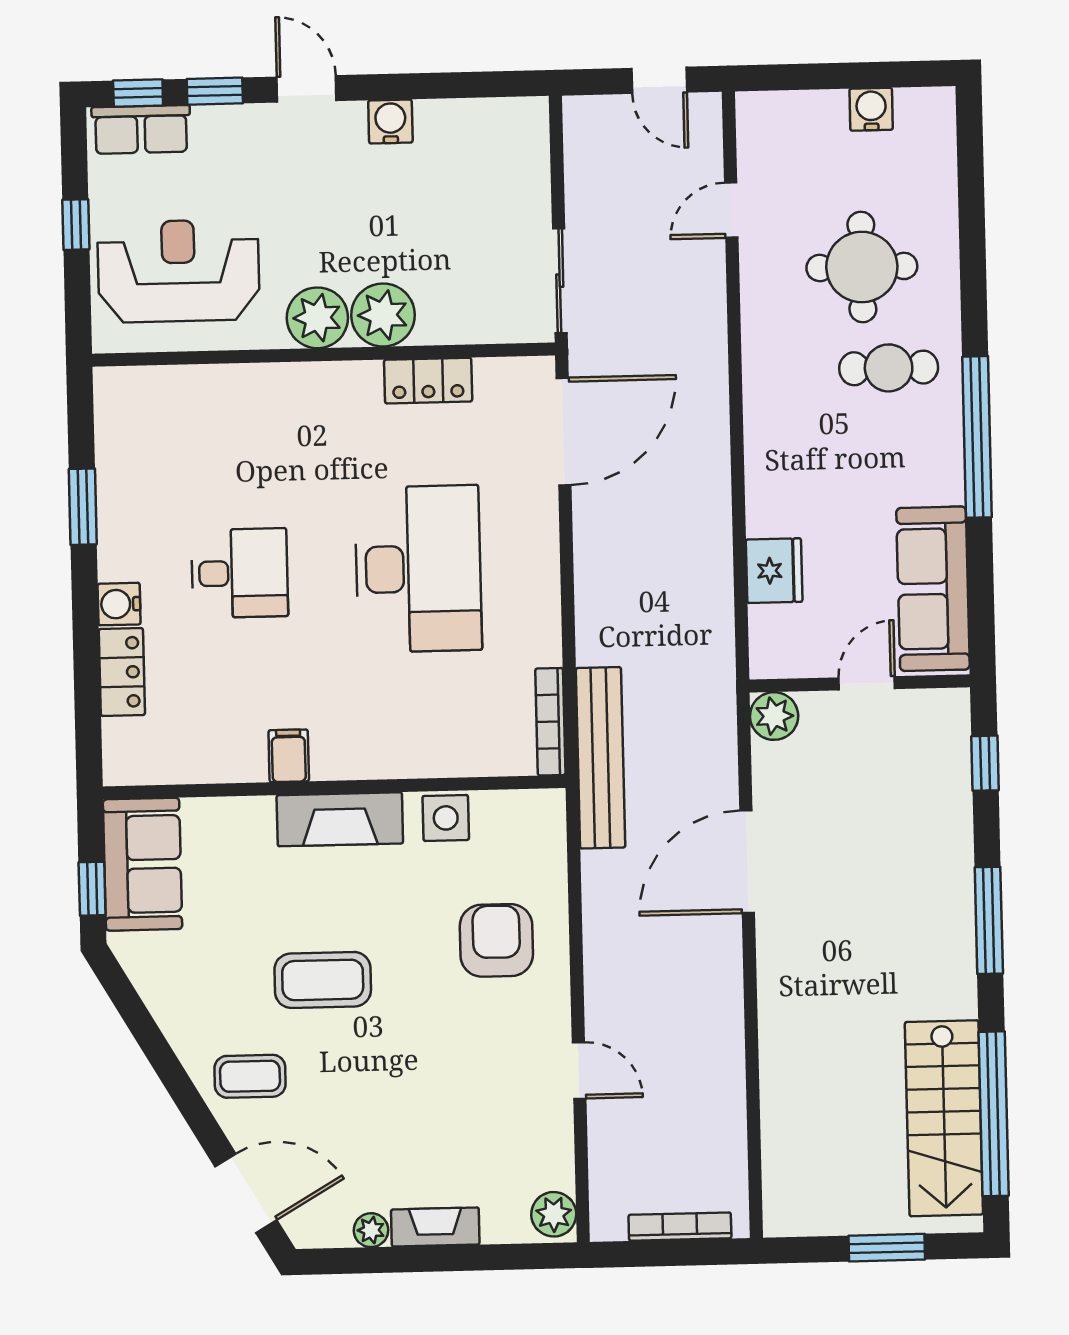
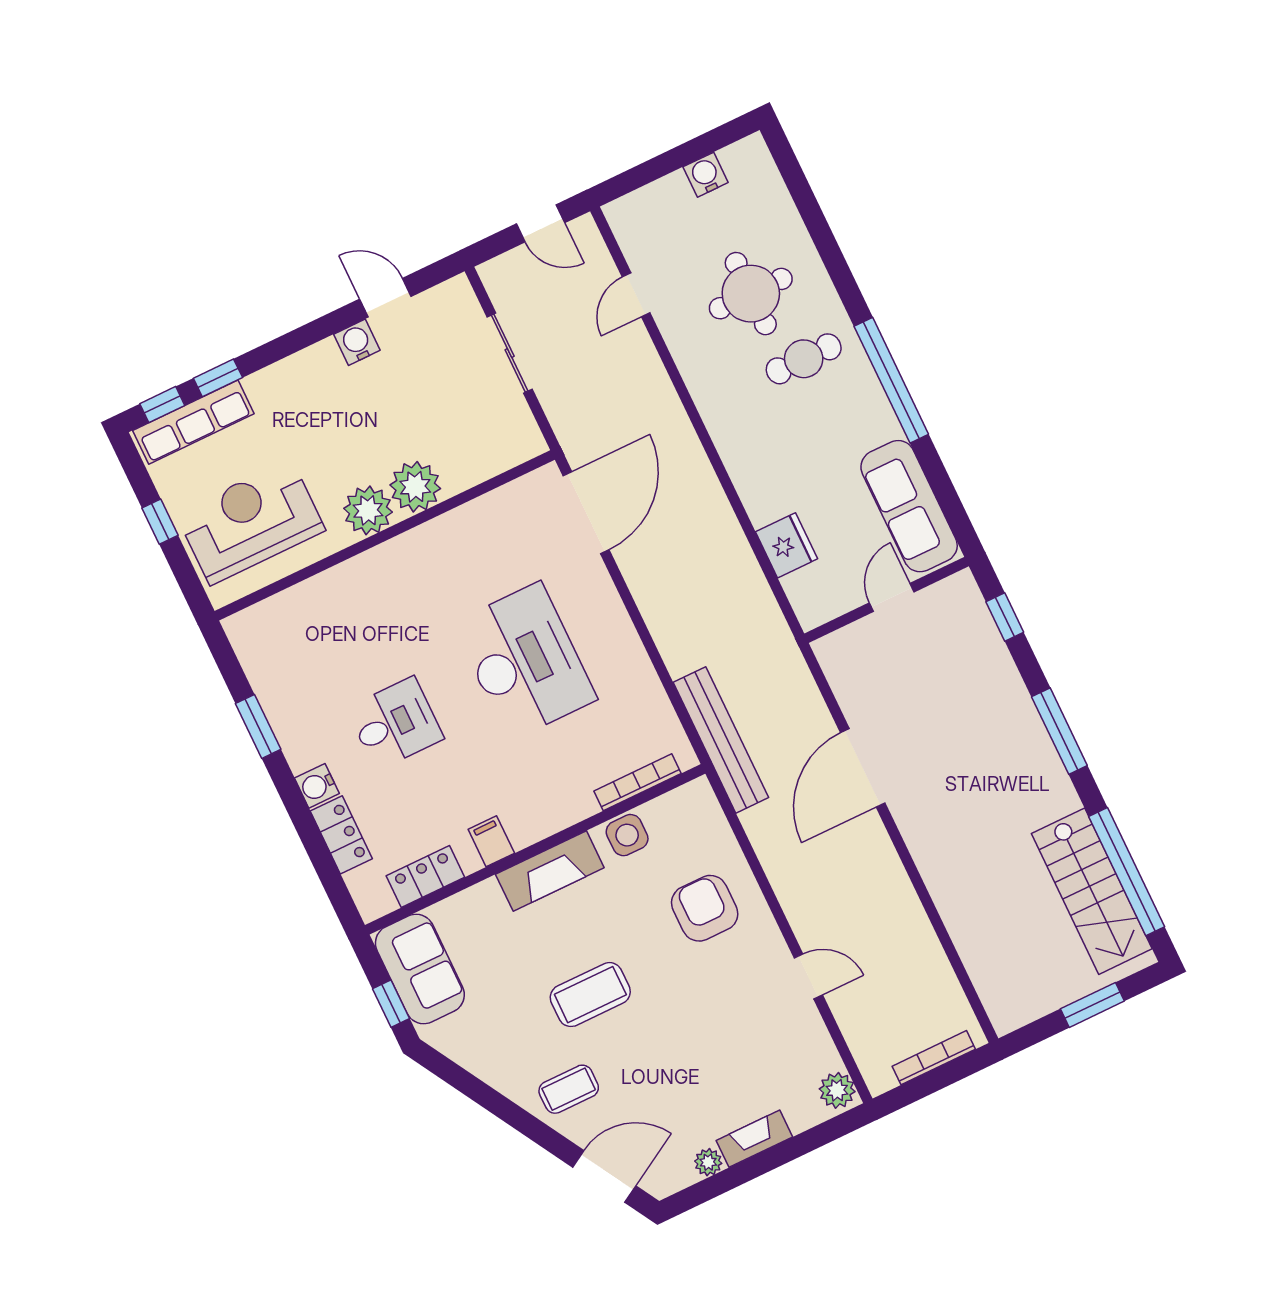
door: (307, 89) -> (385, 298), moved
row of seats: (141, 129) -> (193, 422), width x1.48
sliding door: (560, 281) -> (510, 353), moved
locker: (428, 381) -> (425, 876), moved, turned 180
plant: (774, 716) -> (834, 652), removed
bookcase: (550, 722) -> (637, 782), moved, turned 90

